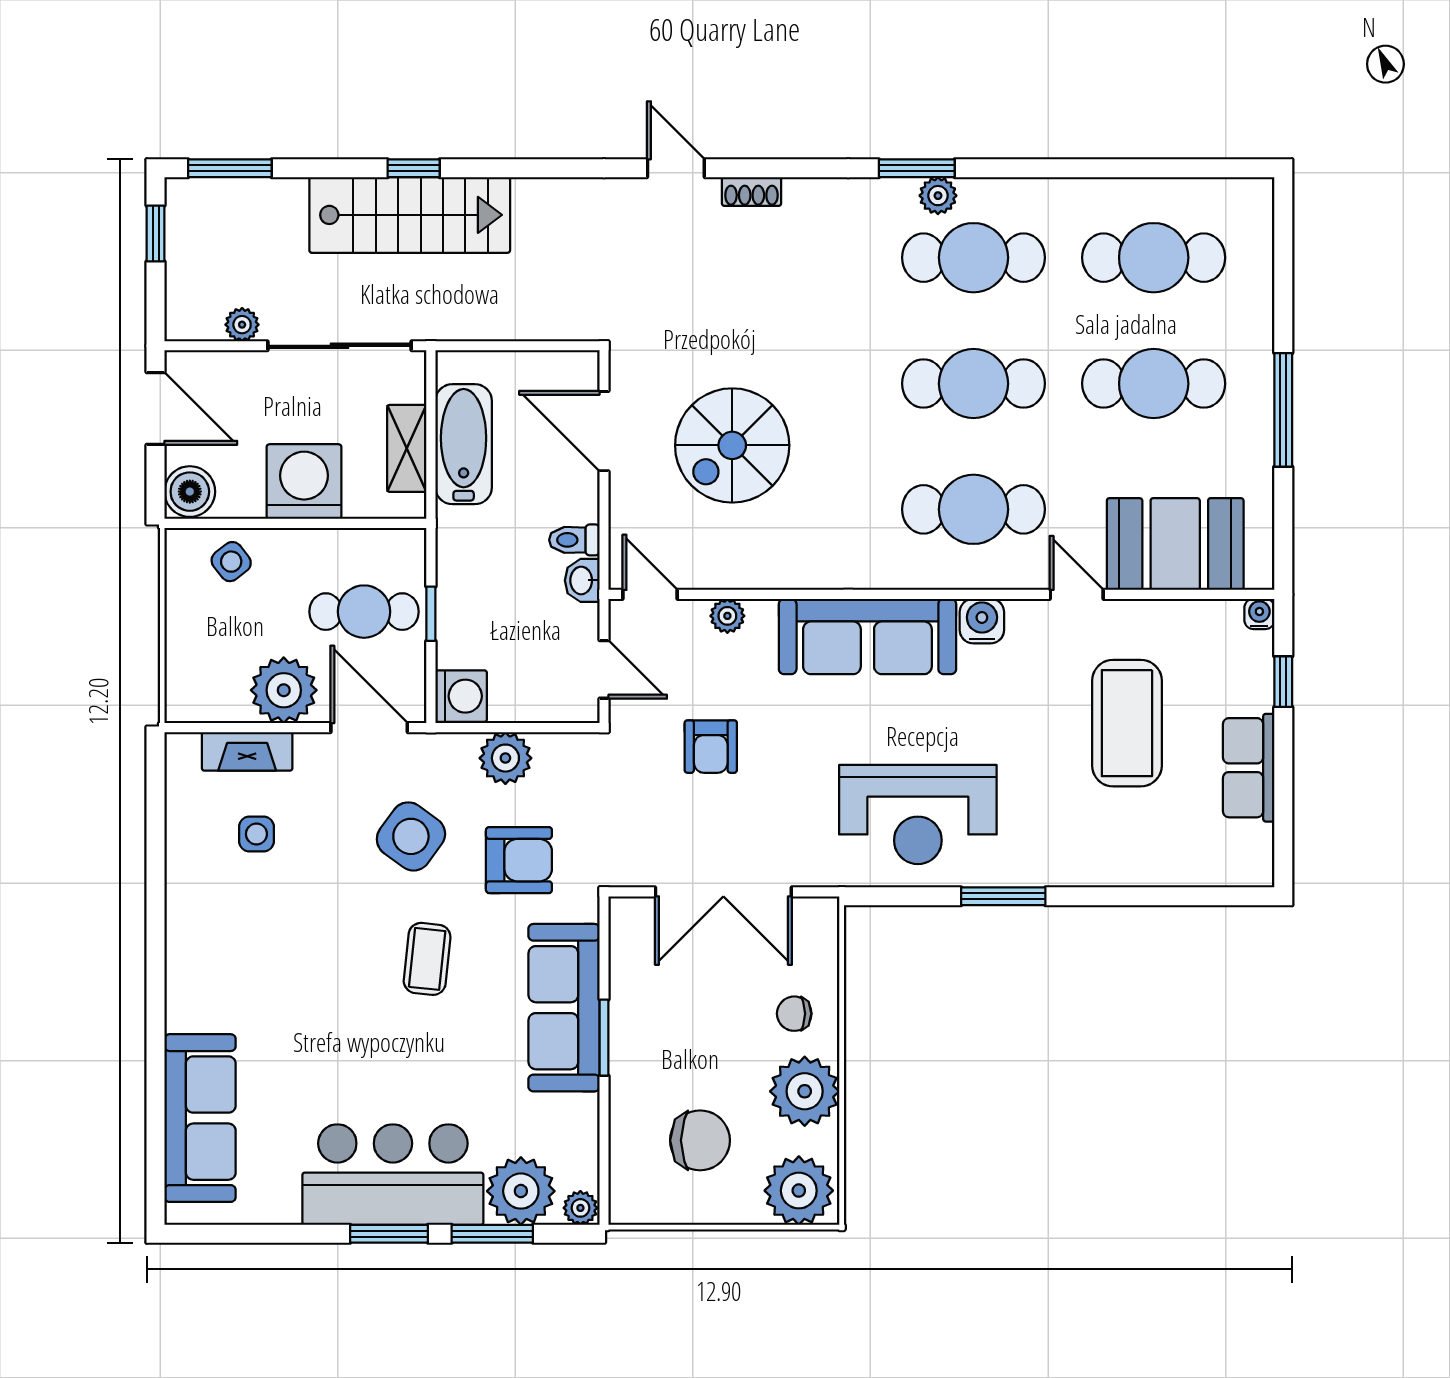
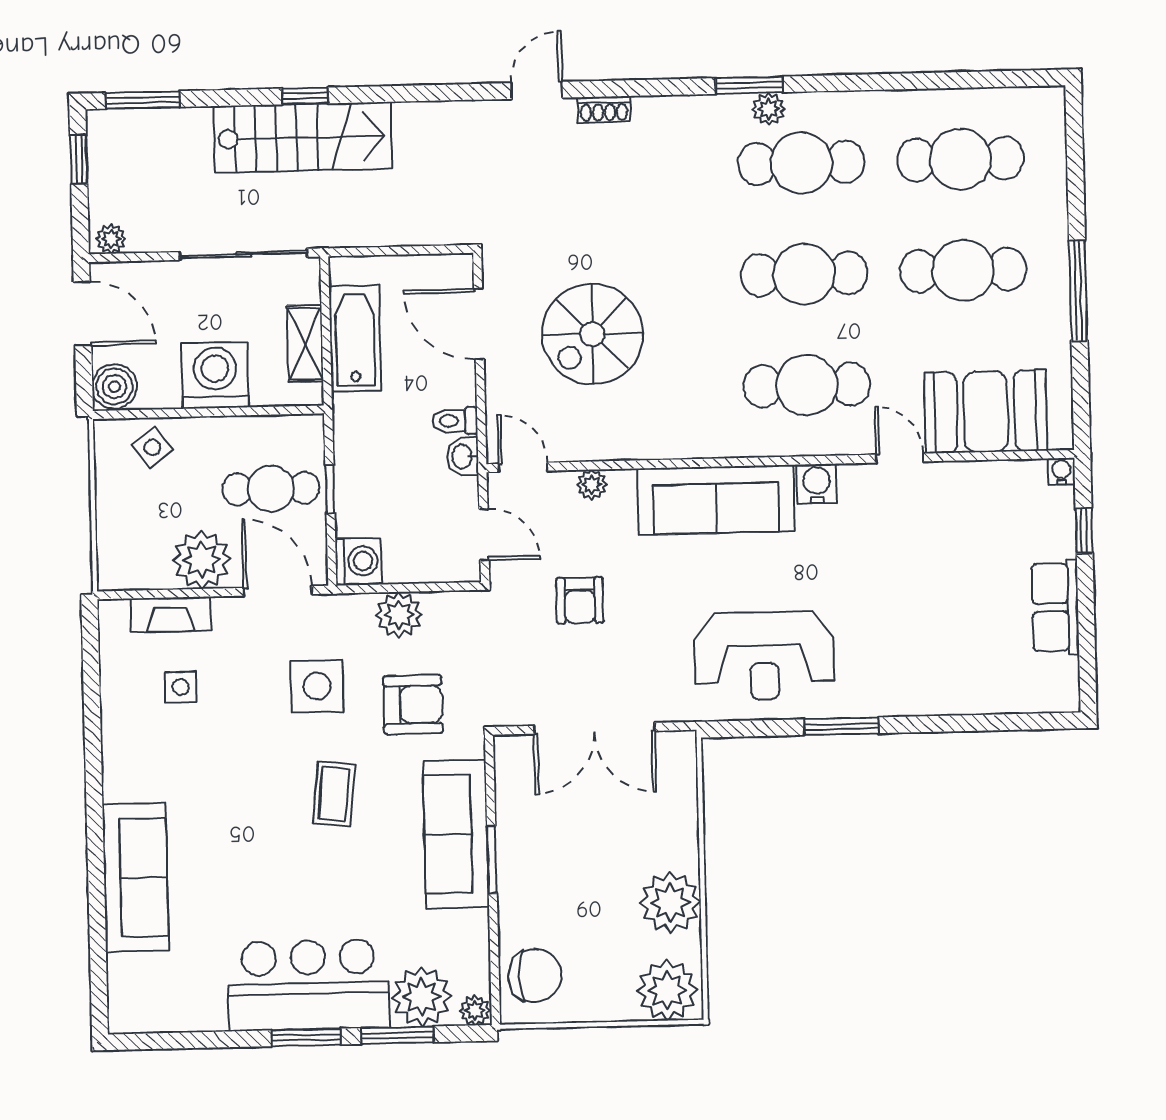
door: (676, 168) -> (537, 90), hinge flipped
plant: (242, 325) -> (111, 239), moved
coffee table: (1127, 723) -> (947, 571), removed
side table: (411, 836) -> (317, 686), turned -36
chair: (794, 1014) -> (659, 834), removed
sofa: (200, 1118) -> (136, 878), moved
chair: (700, 1140) -> (535, 976), moved

